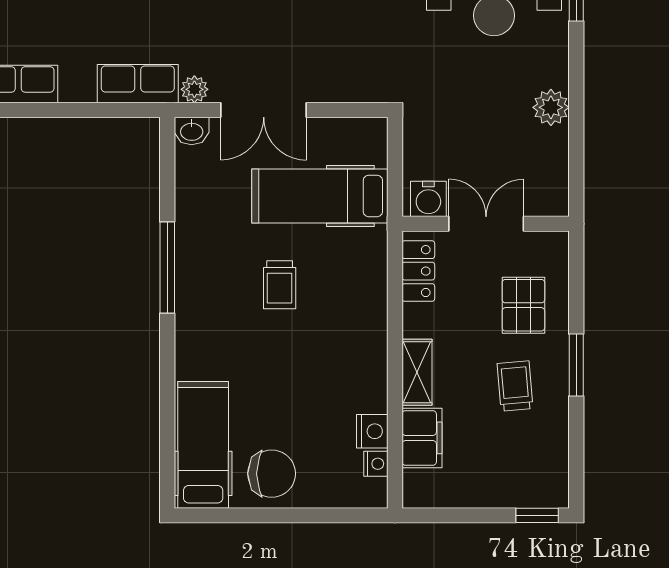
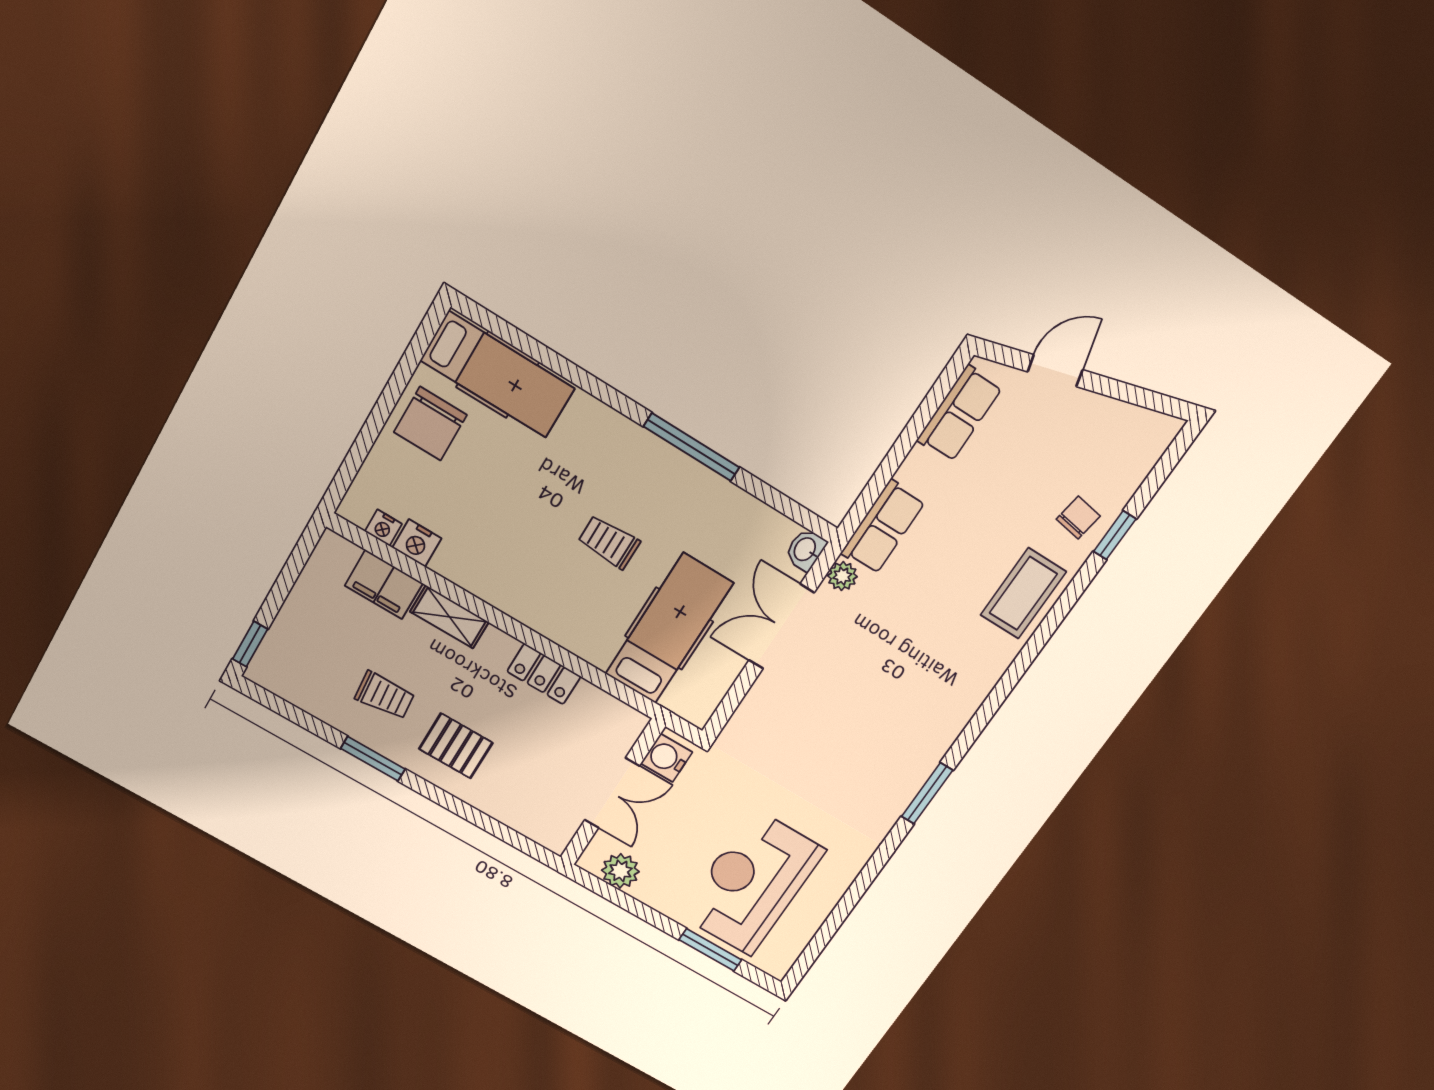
water cooler: (428, 199) -> (666, 758), moved
double door: (486, 224) -> (612, 793), moved
wall: (486, 224) -> (612, 793), moved

